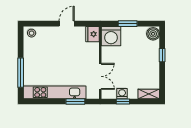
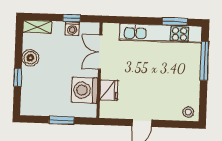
fridge: (92, 34) -> (109, 90), moved
boiler: (153, 34) -> (30, 58), moved
washing machine: (111, 36) -> (85, 90), moved, turned -90
window: (75, 102) -> (175, 22), moved

